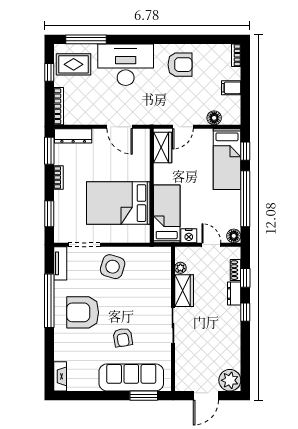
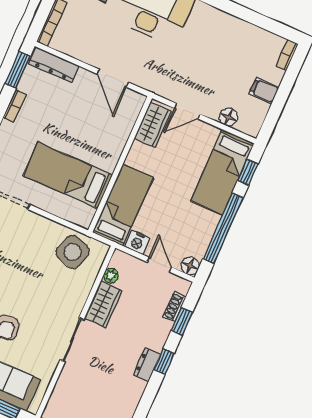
armchair: (180, 65) -> (216, 37), removed
bed: (118, 203) -> (68, 175), width x0.67
side table: (113, 267) -> (73, 252), moved
dresser: (234, 293) -> (147, 365), moved

